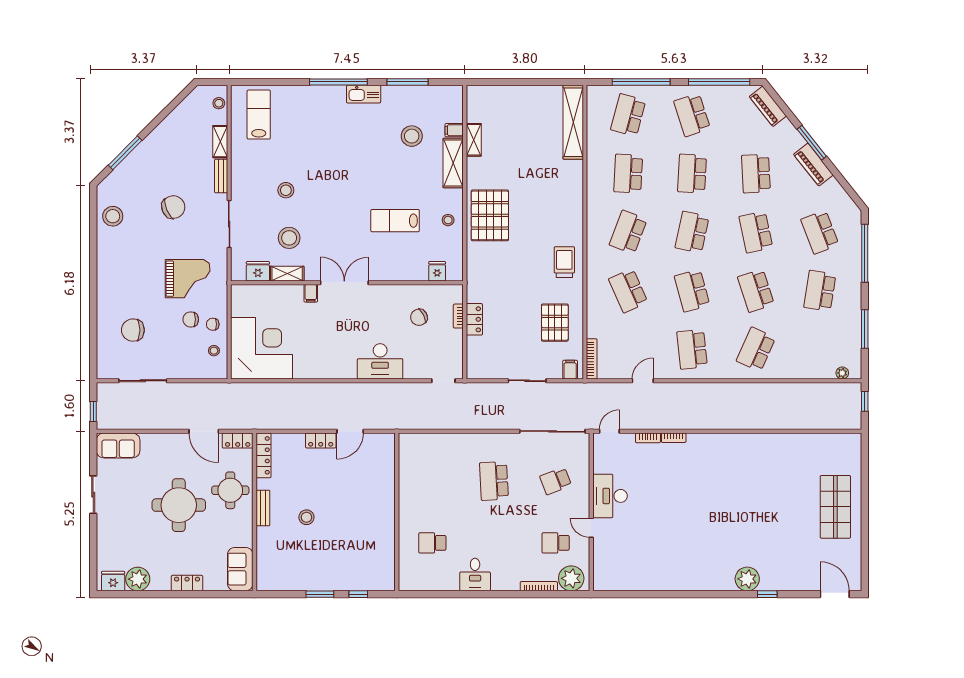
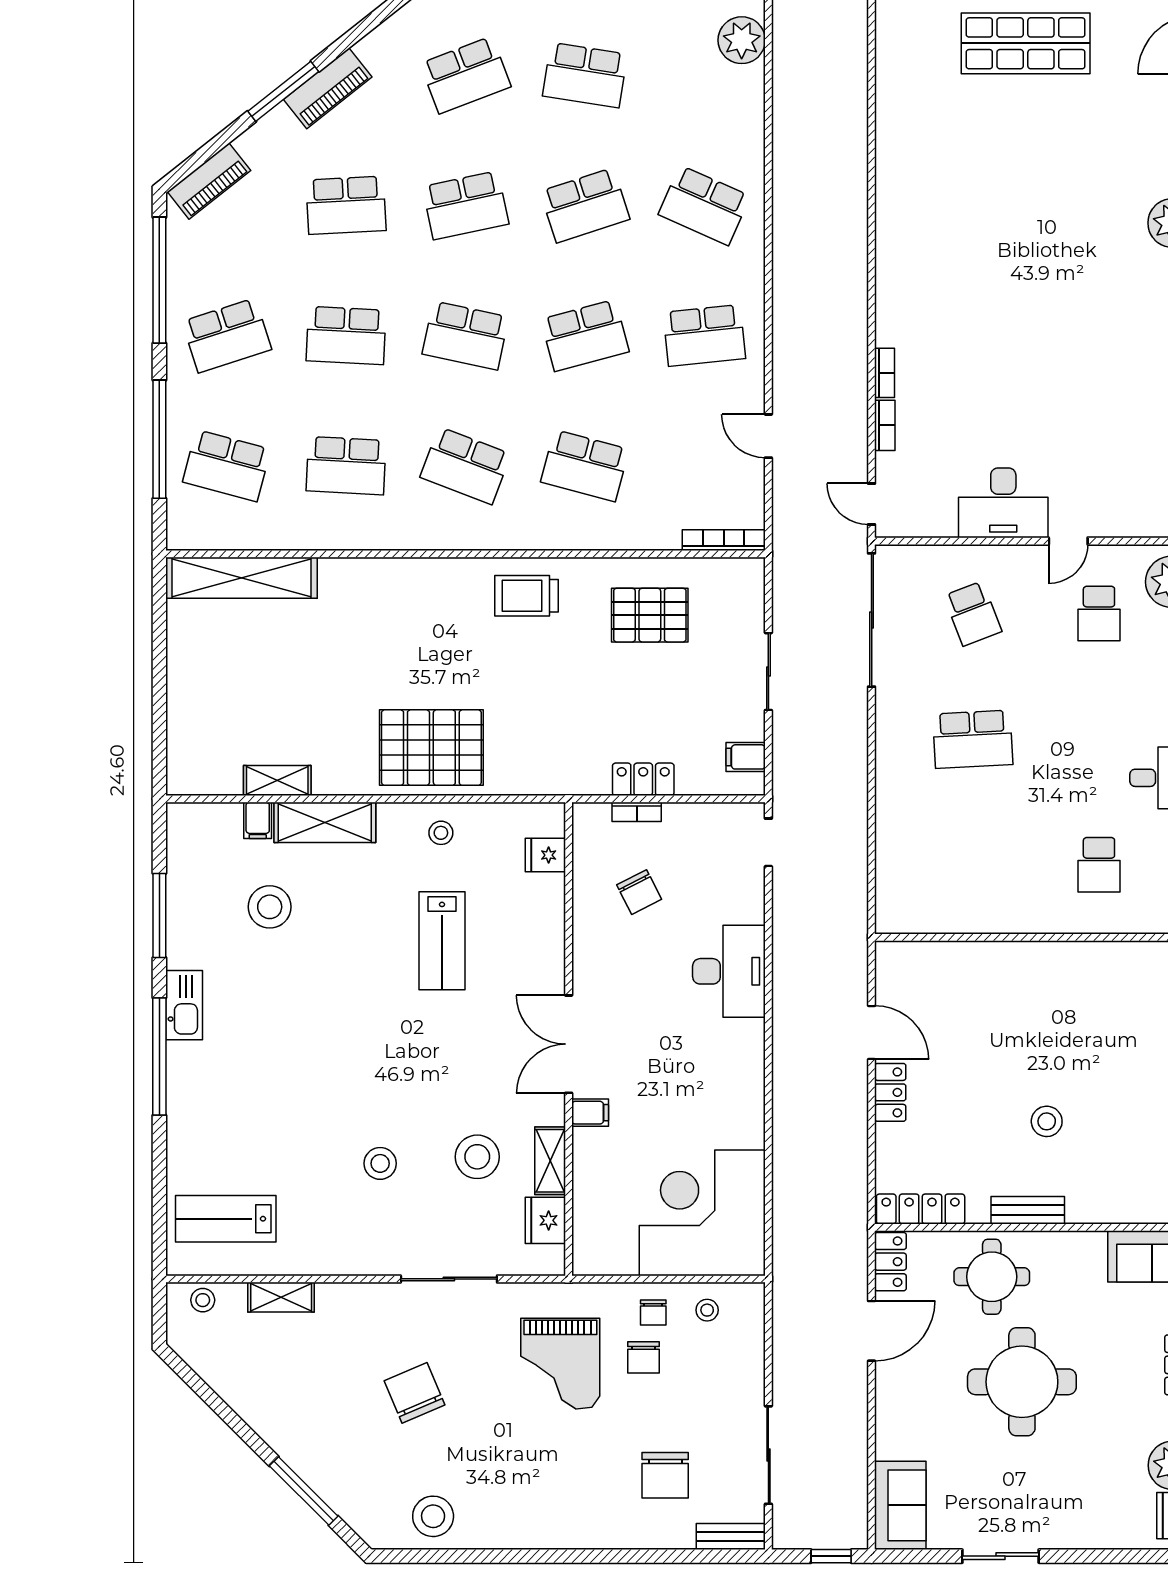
bench: (221, 176) -> (731, 1537), moved
grand piano: (188, 279) -> (560, 1364), turned 180
school desk: (628, 291) -> (585, 466), turned 39
filing cabinet: (570, 370) -> (746, 757), moved
plant: (842, 373) -> (742, 40), width x1.88, depth x1.88

